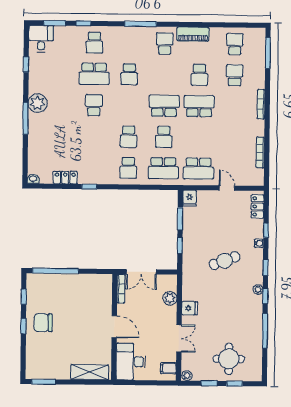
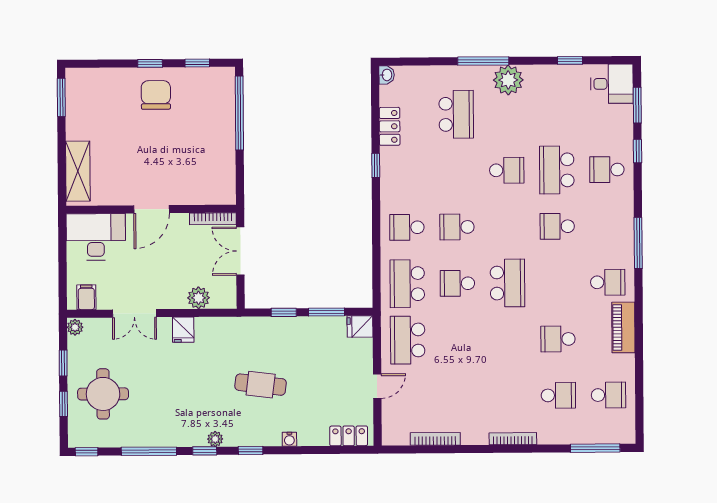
school desk: (199, 106) -> (456, 114), moved
window: (266, 230) -> (87, 452), moved
cafe table: (225, 261) -> (261, 385), turned -62

